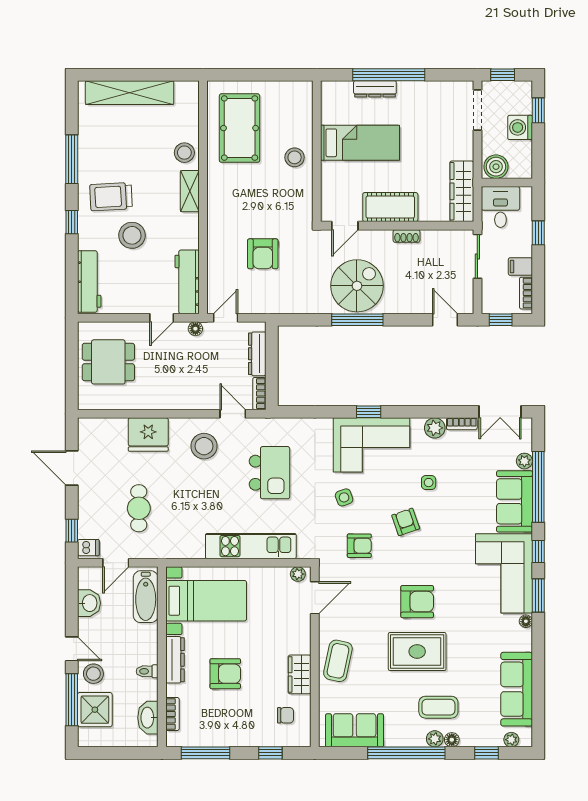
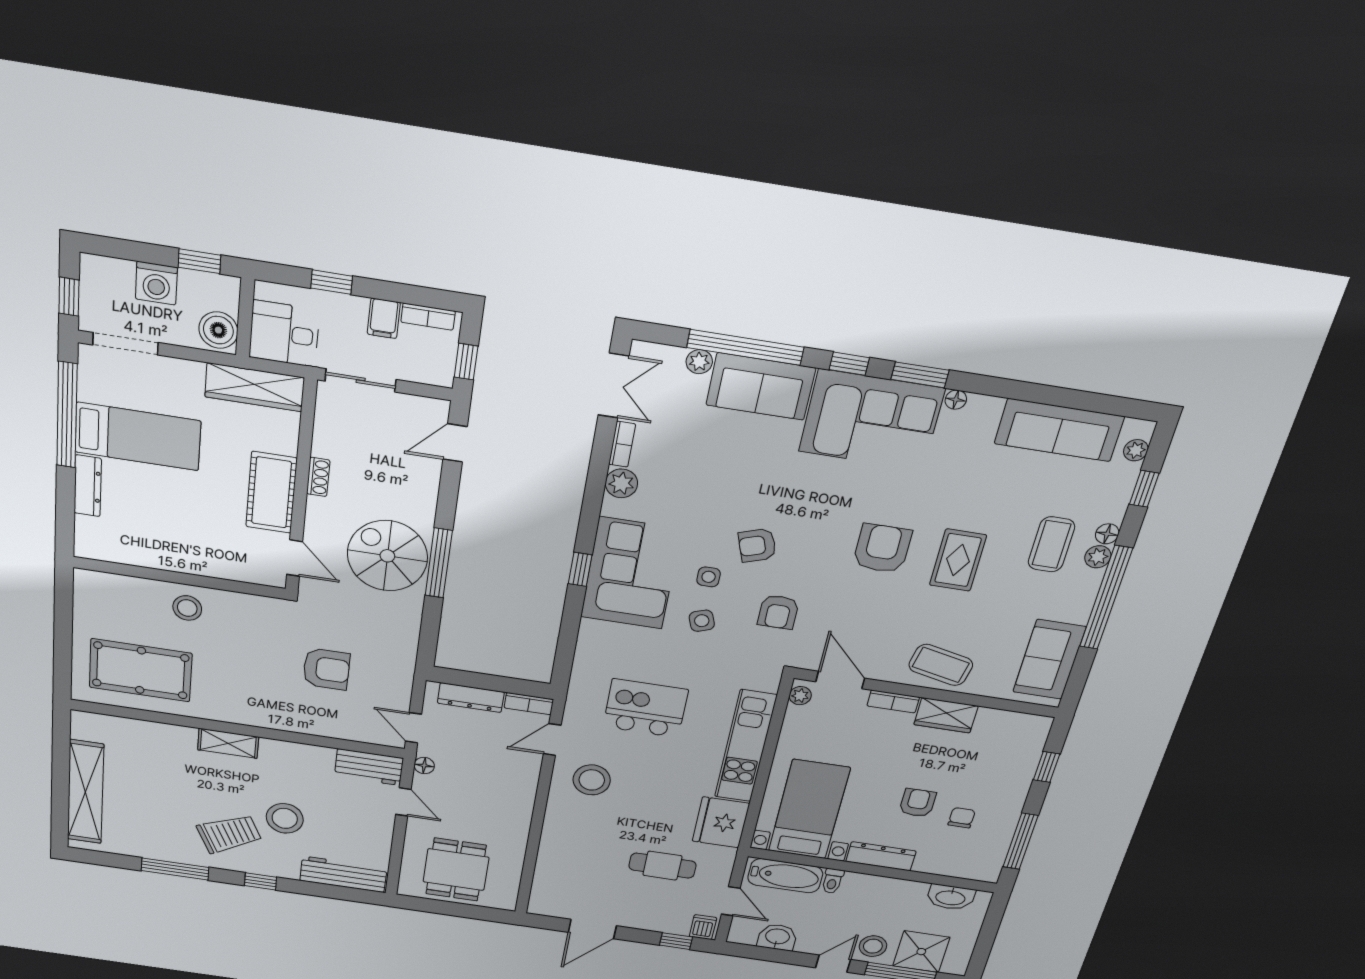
window: (389, 75) -> (67, 415), moved
window: (538, 110) -> (199, 261), moved
bed: (360, 143) -> (138, 437), moved, turned 90
stool: (184, 153) -> (173, 742), removed
trolley: (111, 197) -> (229, 834), turned -113
workbench: (187, 282) -> (369, 767), width x0.73
fridge: (148, 435) -> (721, 822), moved, turned 180
side table: (429, 483) -> (709, 577), moved
armchair: (359, 546) -> (778, 612), turned 180
rug: (417, 652) -> (958, 560), width x0.73, depth x0.70
toilet: (147, 671) -> (832, 881), moved
armchair: (225, 674) -> (918, 803), width x0.72, depth x0.72
bookcase: (172, 714) -> (893, 701), moved, turned 180
chair: (285, 715) -> (962, 818), moved

